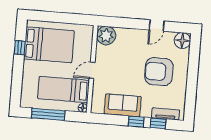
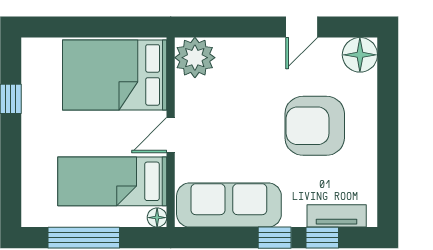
bed: (49, 45) -> (115, 75), moved, turned 180
sofa: (123, 105) -> (229, 205), width x1.36

